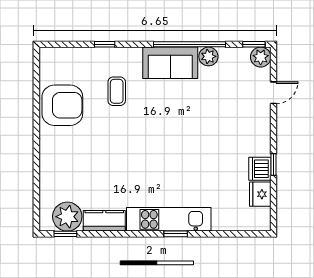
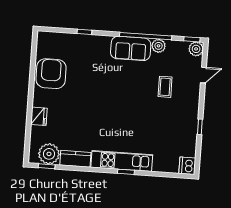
coffee table: (117, 91) -> (165, 87), moved
armchair: (62, 105) -> (51, 74), turned -90
dishwasher: (260, 169) -> (187, 166), moved
fridge: (260, 194) -> (39, 116), moved, turned 180

